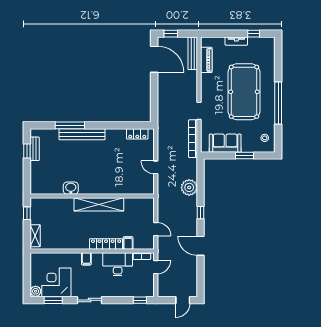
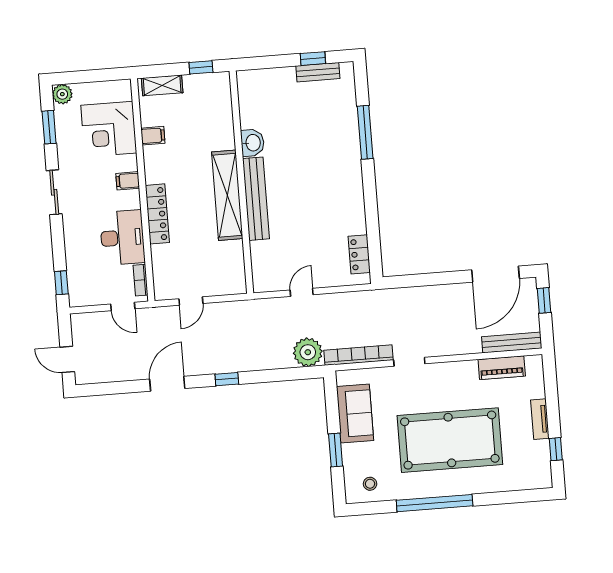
bench: (82, 134) -> (256, 199), moved
plant: (189, 187) -> (308, 352), moved
filing cabinet: (128, 243) -> (153, 136), moved
corner desk: (56, 282) -> (109, 129), moved, turned 180

